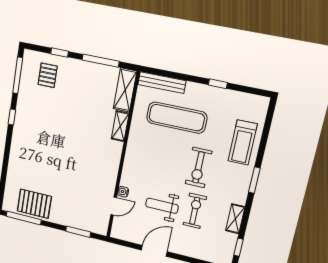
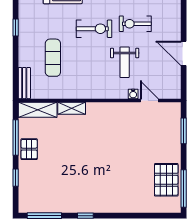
pallet: (48, 75) -> (29, 149), moved, turned 90
bench: (162, 83) -> (24, 83), width x0.73
exercise mat: (177, 118) -> (53, 58), width x0.73, depth x0.69
weight bench: (162, 206) -> (125, 62), moved

